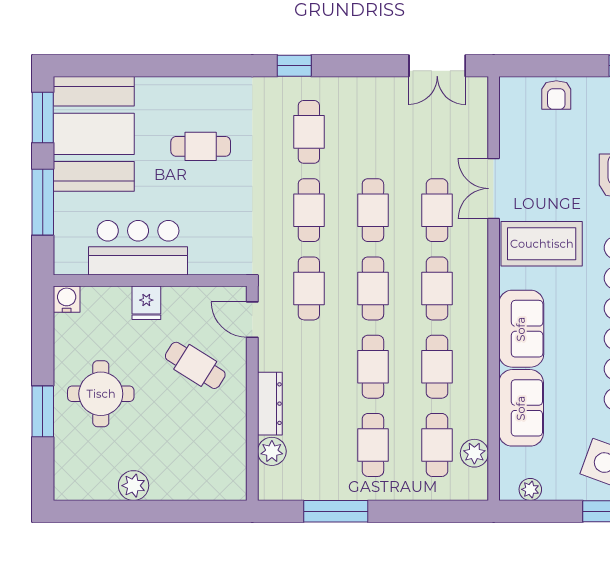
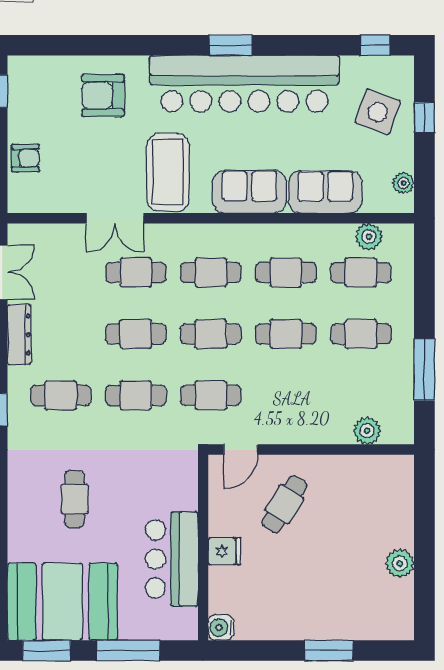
round table: (101, 394) -> (312, 595), removed
dresser: (270, 404) -> (19, 335), moved, turned 90

